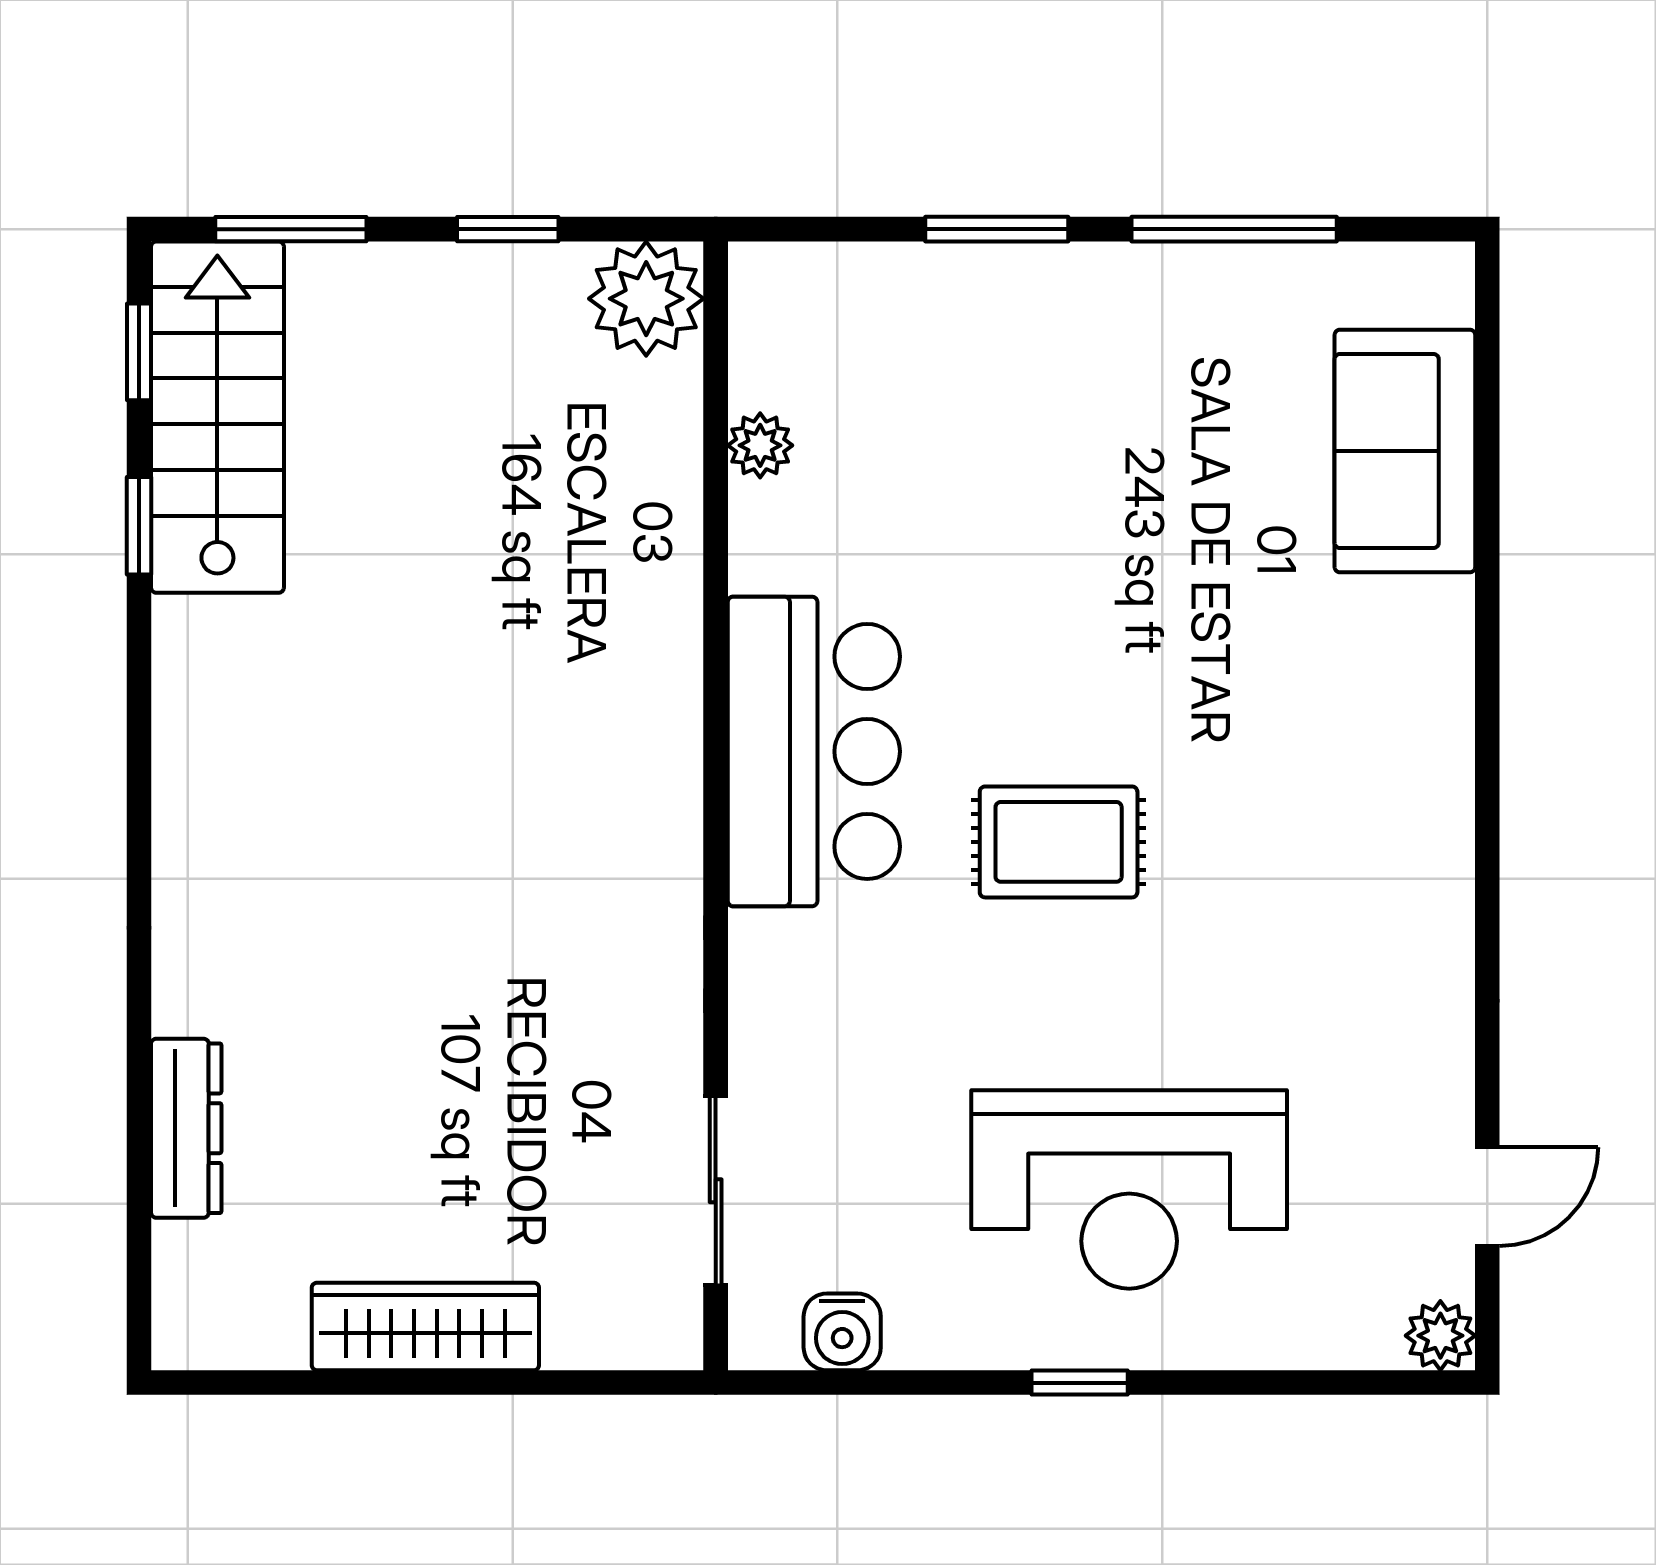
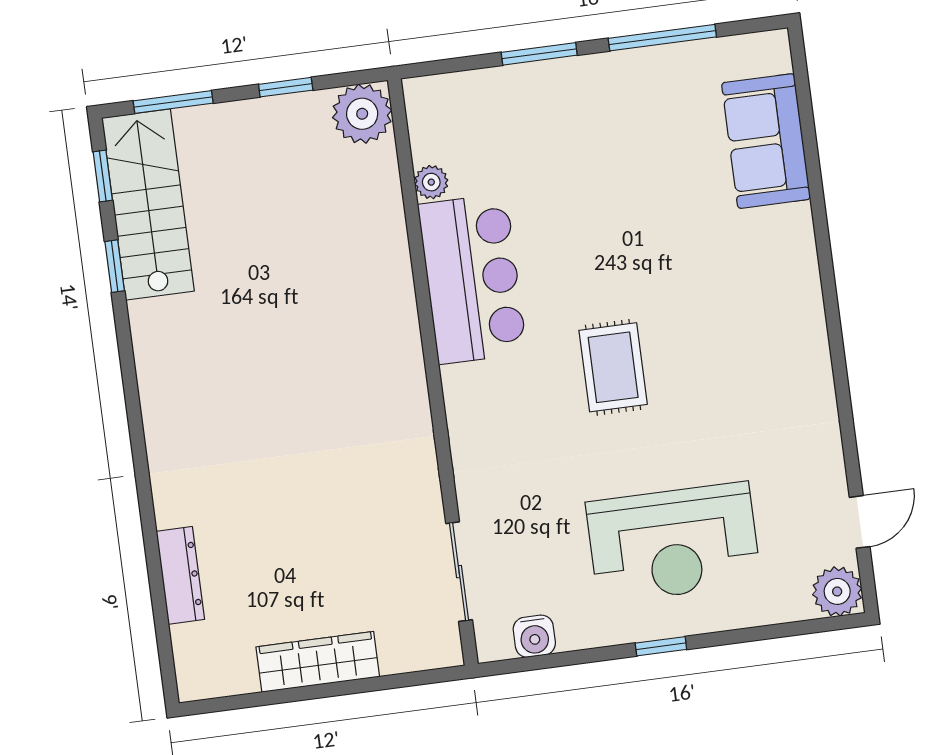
bar counter: (814, 751) -> (472, 279), moved
rug: (1059, 842) -> (613, 367), turned 90
plant: (1440, 1336) -> (837, 591), width x1.38, depth x1.38

